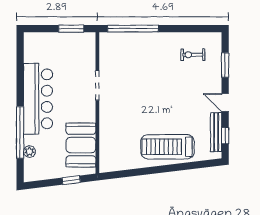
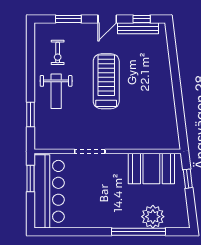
window: (133, 29) -> (30, 115), width x0.47
weight bench: (155, 53) -> (56, 91), added
bar counter: (38, 99) -> (49, 191), moved, turned 90
treadmill: (168, 147) -> (106, 81), moved, turned 180
plant: (29, 152) -> (153, 217), width x1.88, depth x1.88

